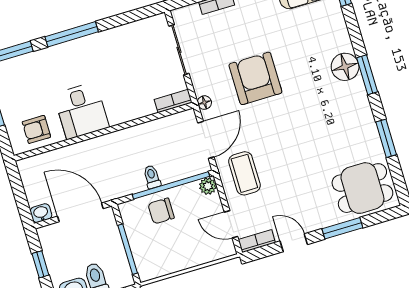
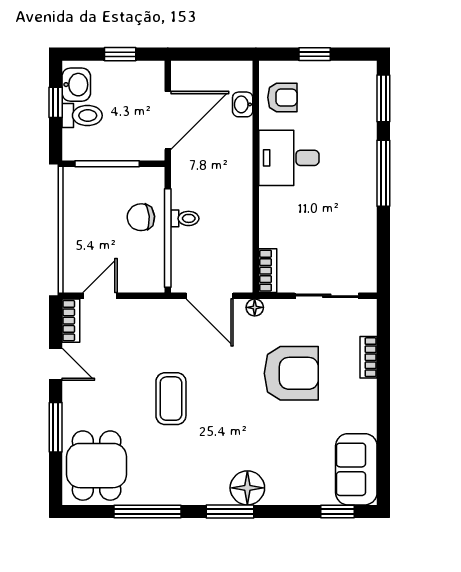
armchair: (255, 78) -> (291, 373), moved
armchair: (36, 129) -> (282, 97), turned 90
window: (386, 138) -> (147, 511), width x1.44
coffee table: (244, 173) -> (171, 399), moved, turned 90
plant: (208, 186) -> (154, 282), removed
chair: (161, 211) -> (141, 217), turned -95
washbasin: (41, 213) -> (243, 104), moved, turned 180
door: (294, 243) -> (56, 364), hinge flipped

